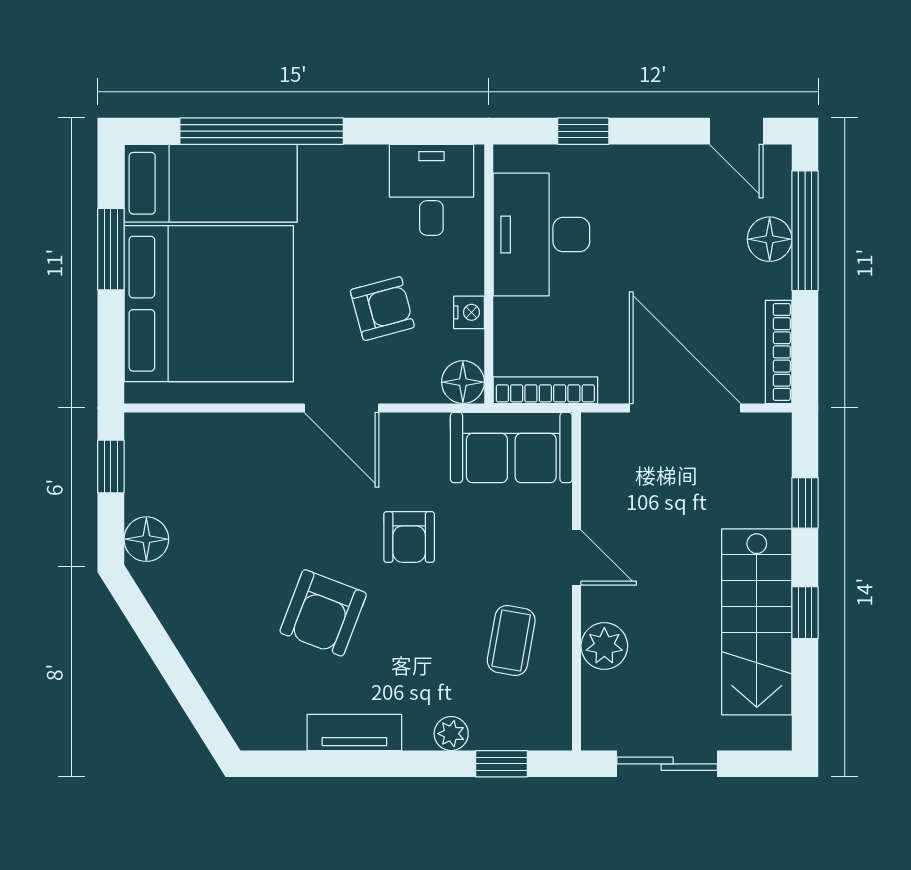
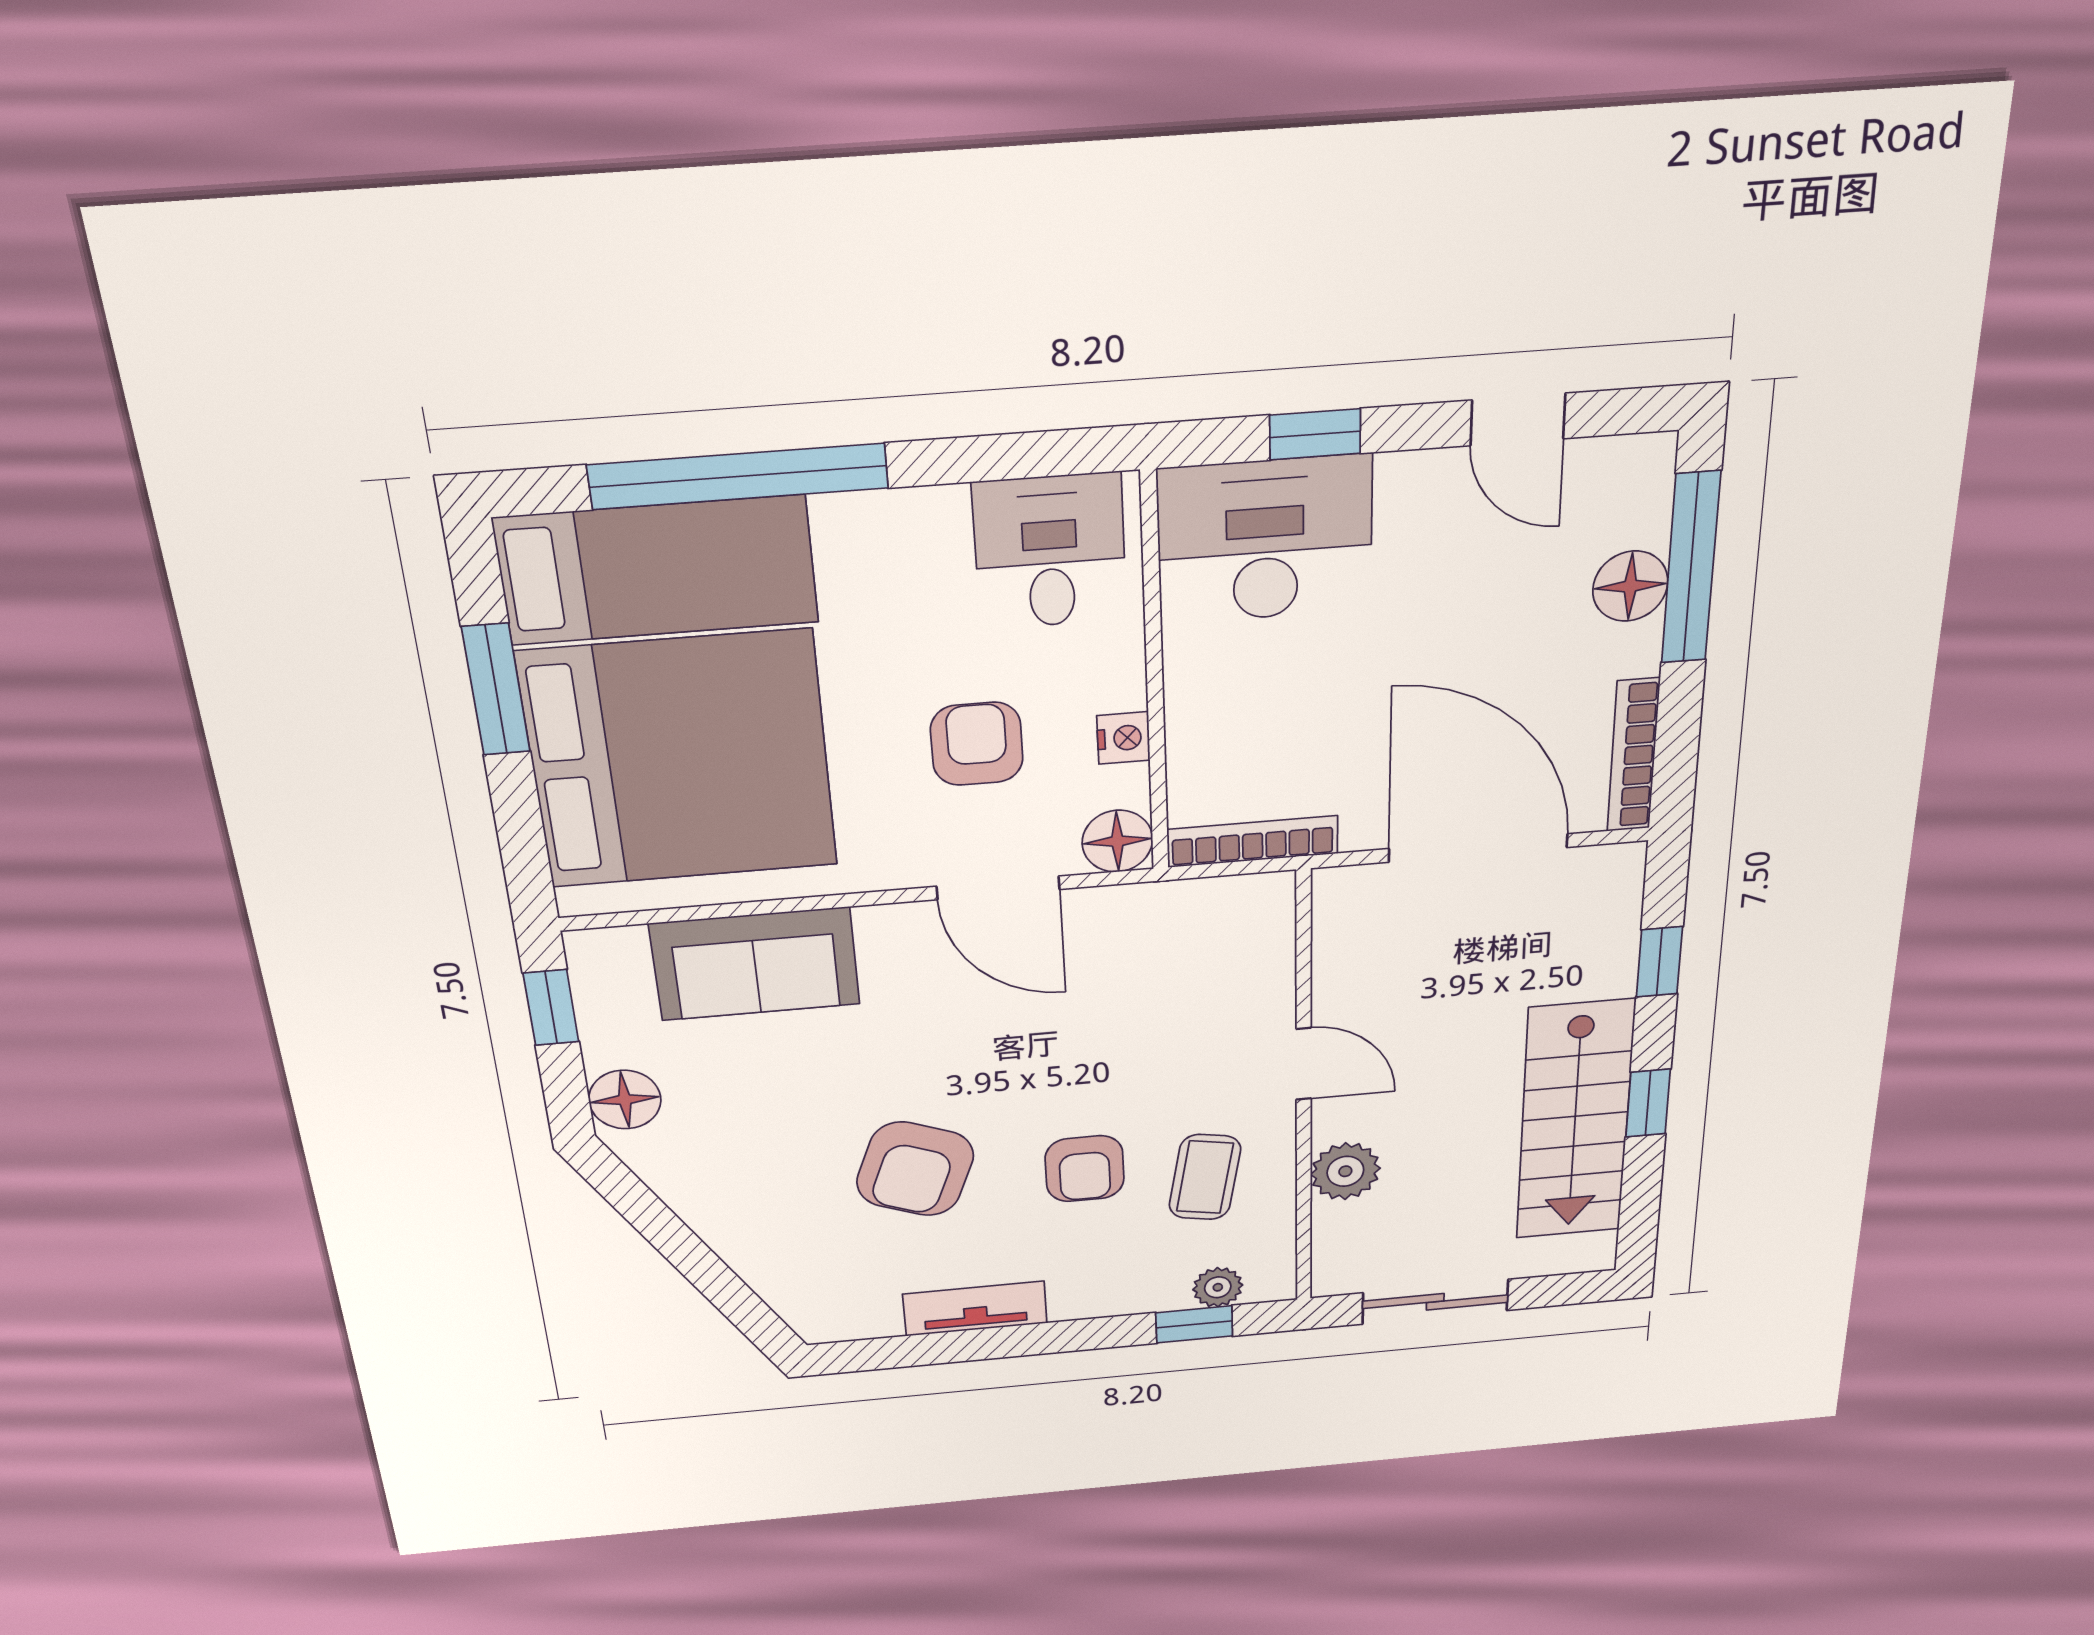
door: (736, 131) -> (1518, 420), moved
desk: (541, 235) -> (1265, 540), moved, turned 90
armchair: (382, 309) -> (977, 744), turned -75
door: (342, 408) -> (998, 888), moved
sofa: (511, 448) -> (755, 964), moved
armchair: (409, 537) -> (1085, 1169), moved
plant: (451, 734) -> (1218, 1287), moved

